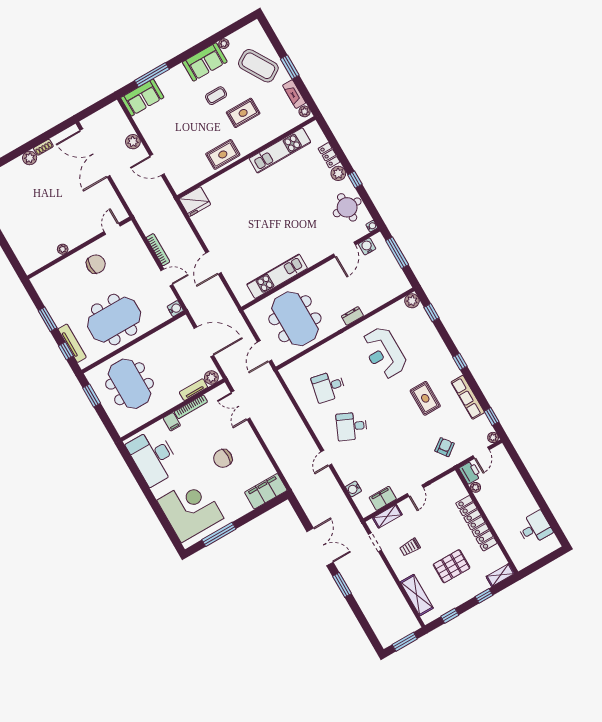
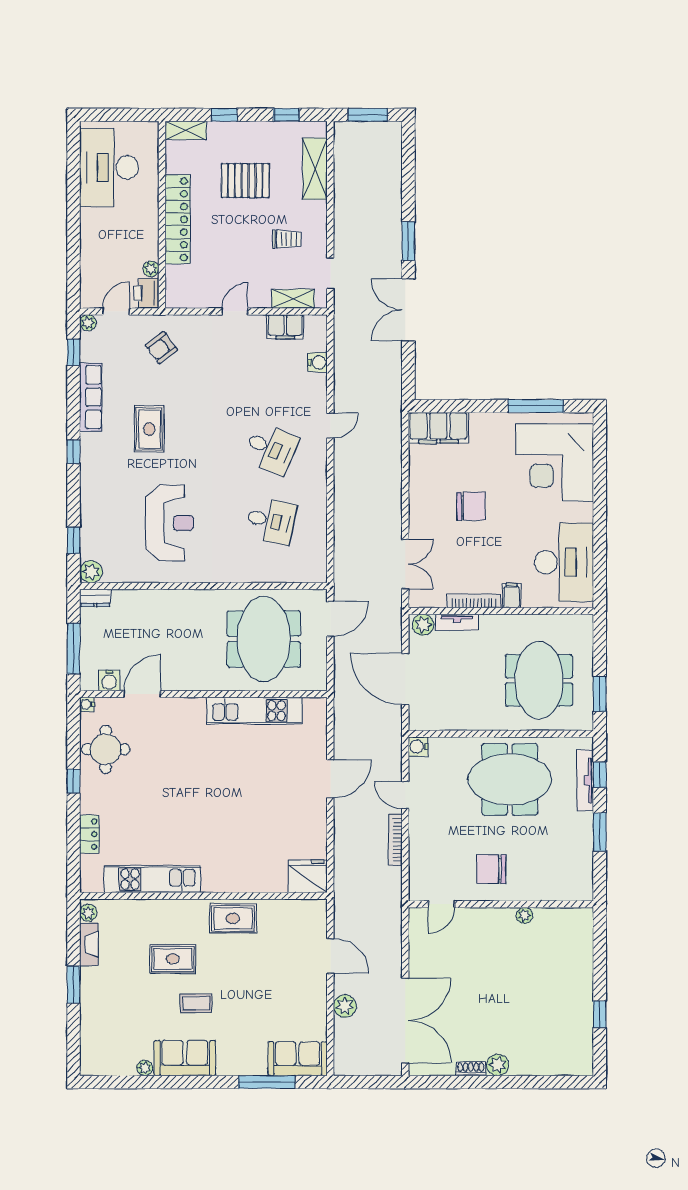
coffee table: (258, 66) -> (115, 1011), removed
plant: (338, 173) -> (91, 802), removed
dresser: (352, 316) -> (95, 598), moved
desk: (535, 528) -> (109, 167), width x1.87, depth x1.30

